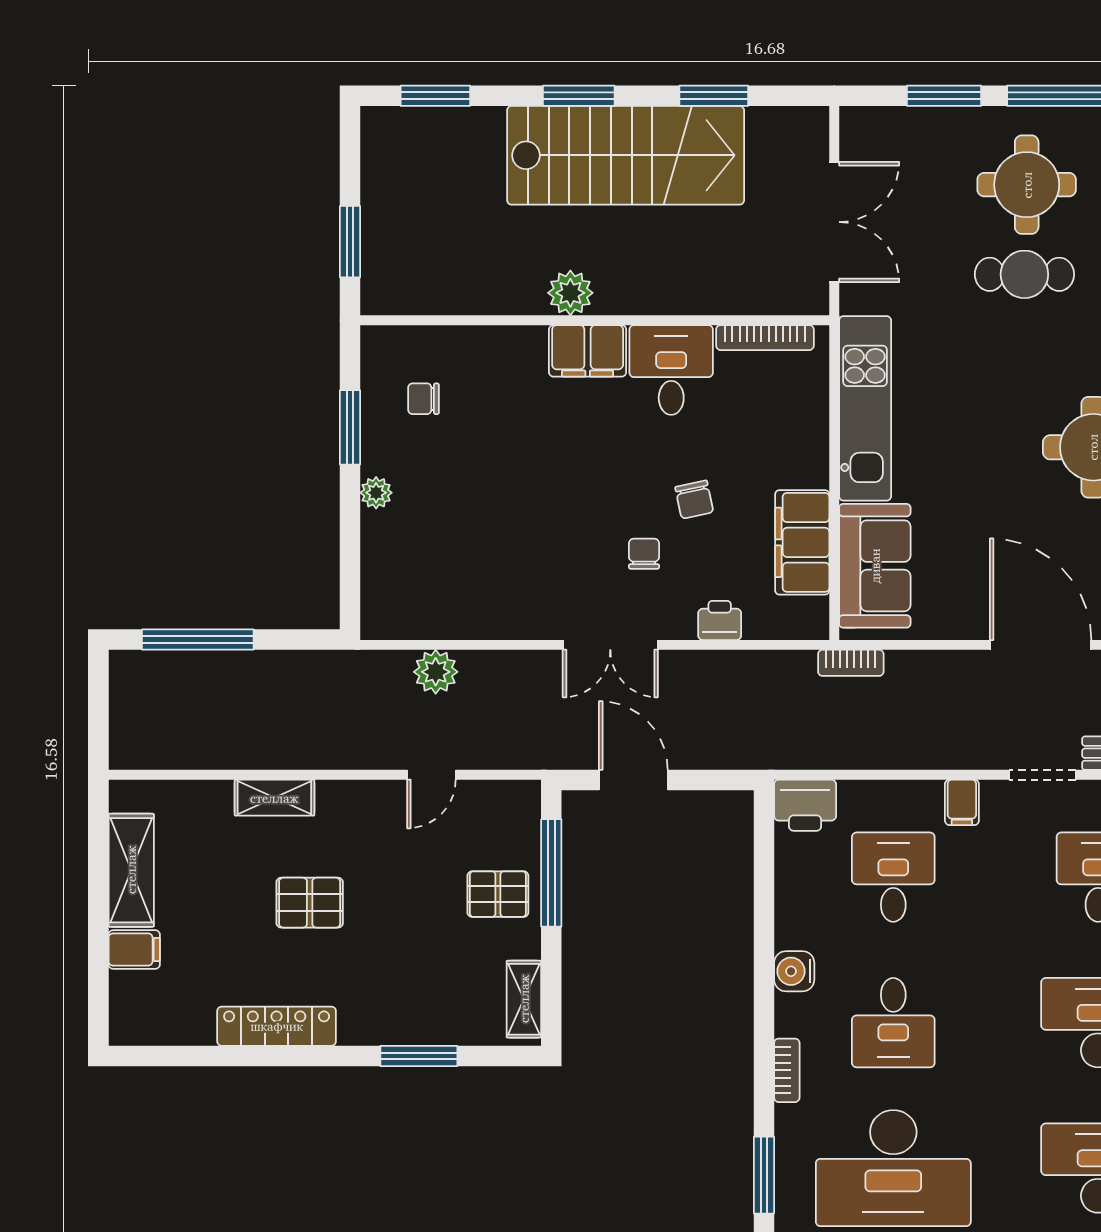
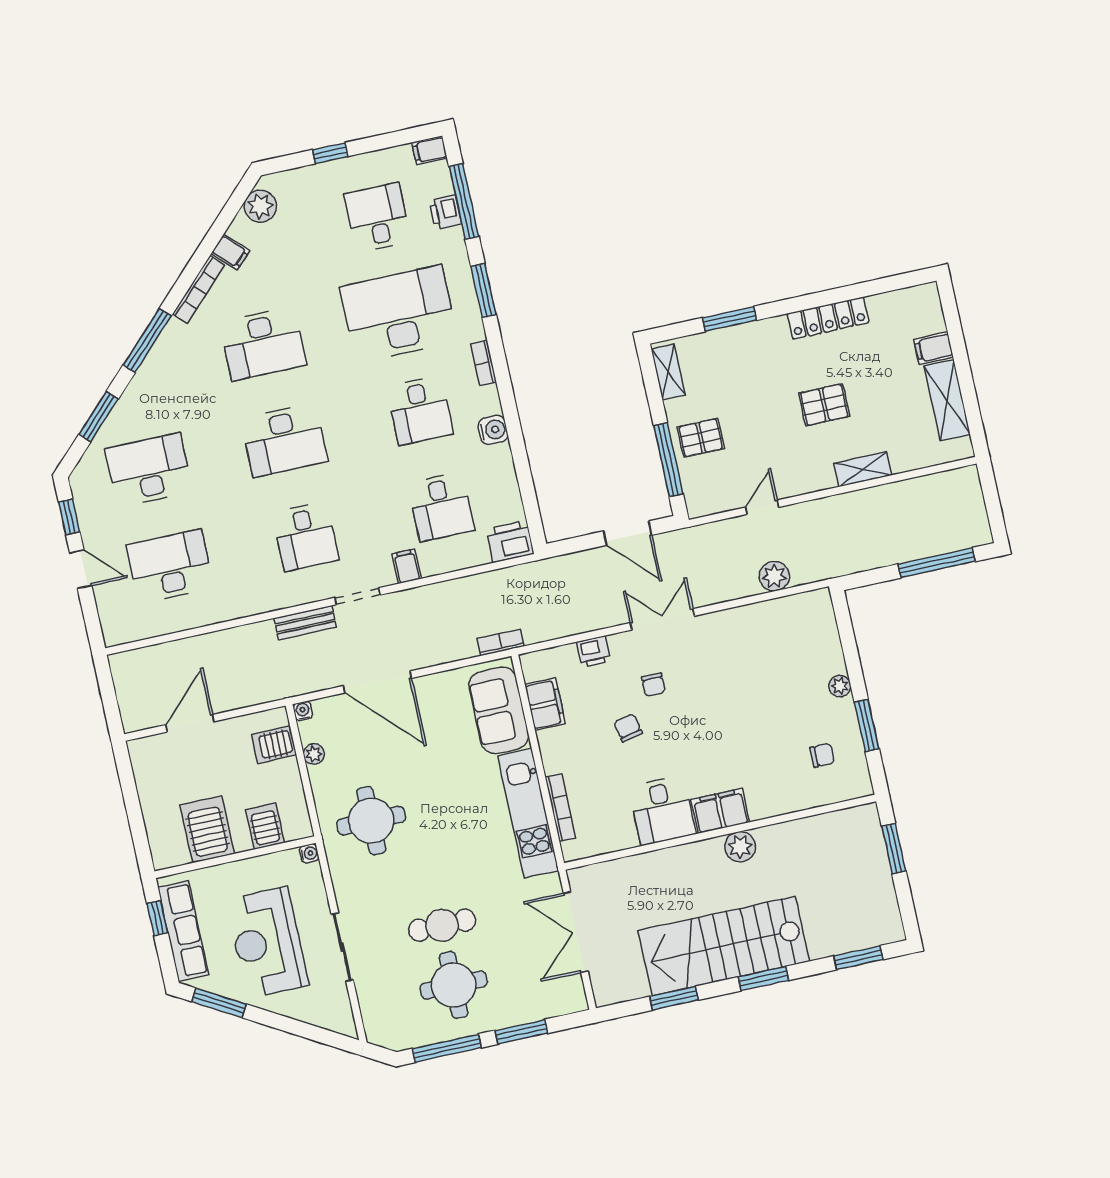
bookcase: (765, 338) -> (560, 808), moved, turned 90
filing cabinet: (802, 542) -> (545, 704), width x0.67, depth x0.86
desk: (893, 1023) -> (420, 410), turned 180

